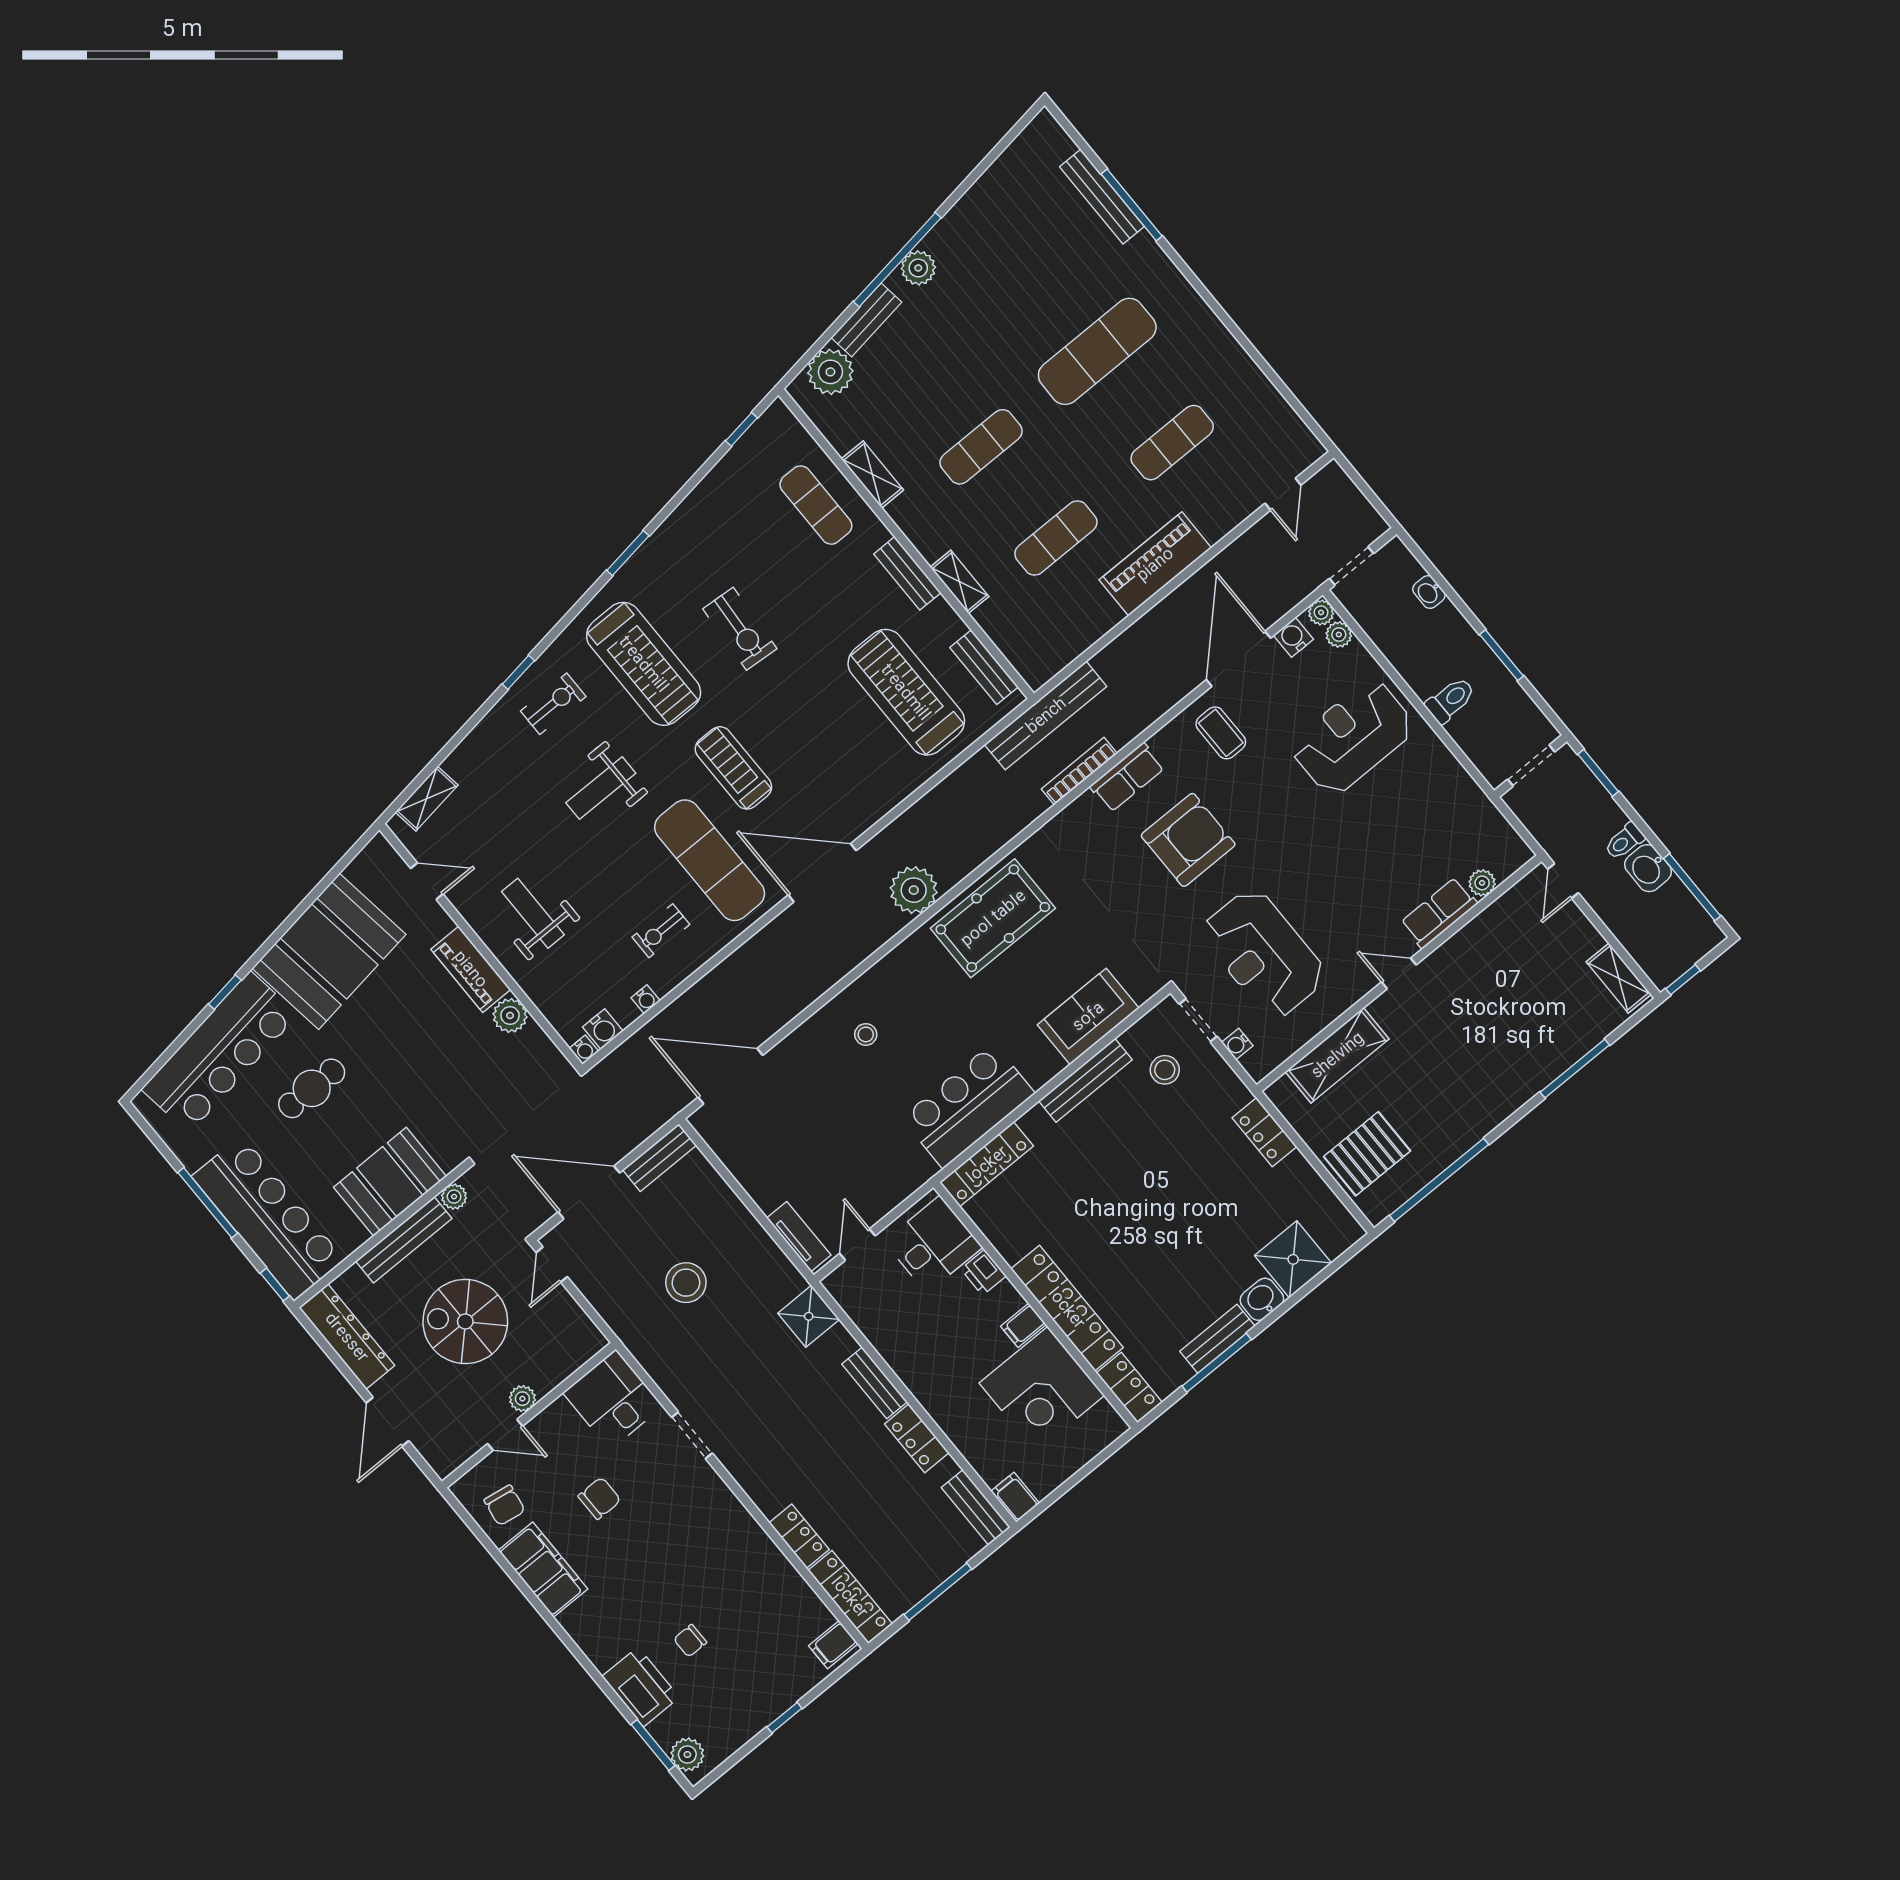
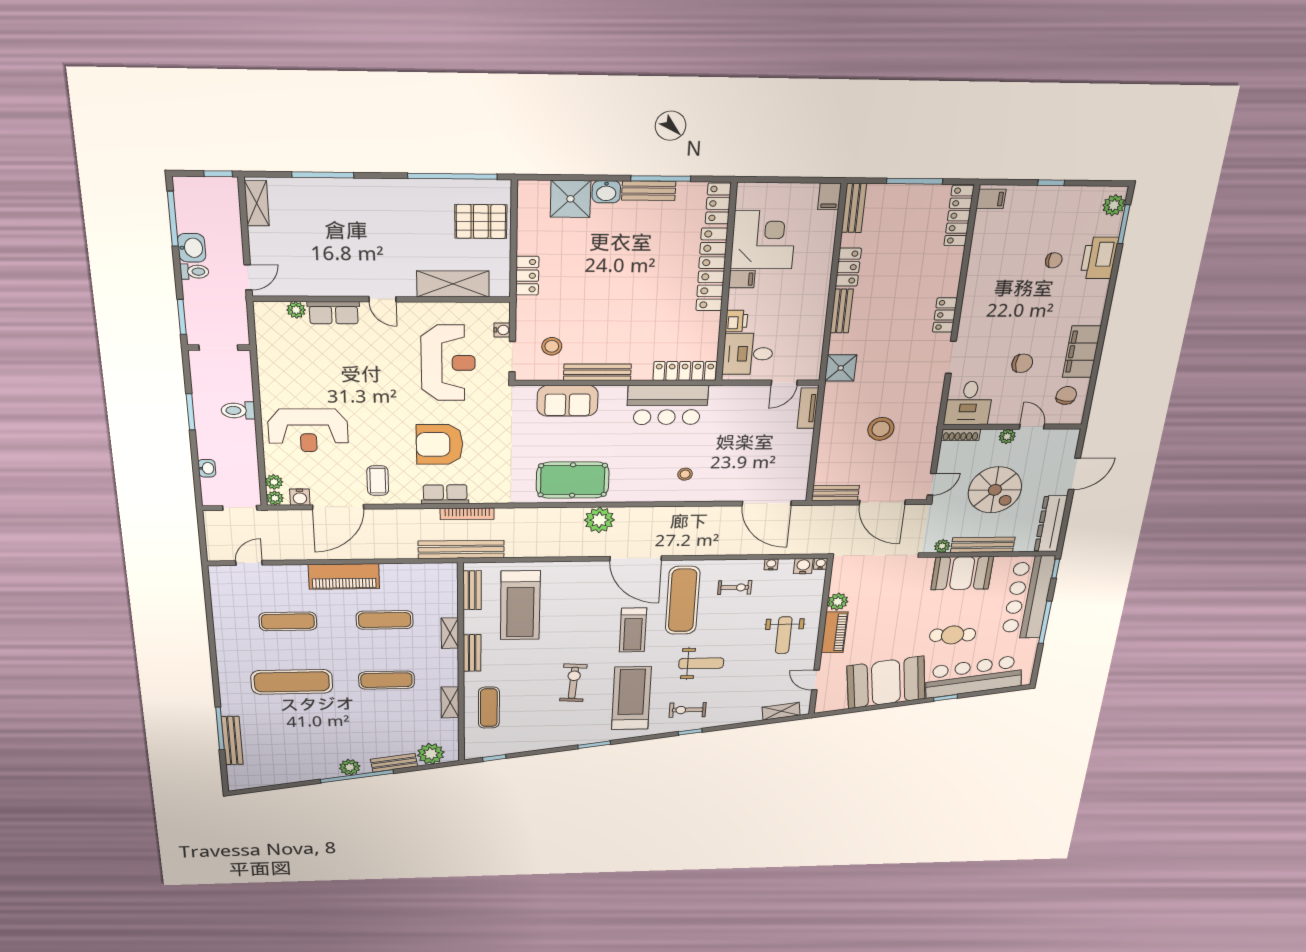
shoe rack: (581, 1354) -> (961, 435), added
chair: (599, 1498) -> (1022, 363), turned 180
locker: (799, 1536) -> (945, 315), moved

